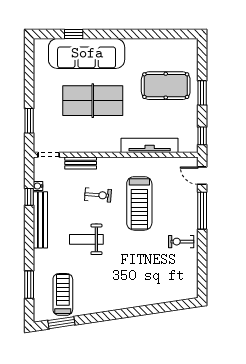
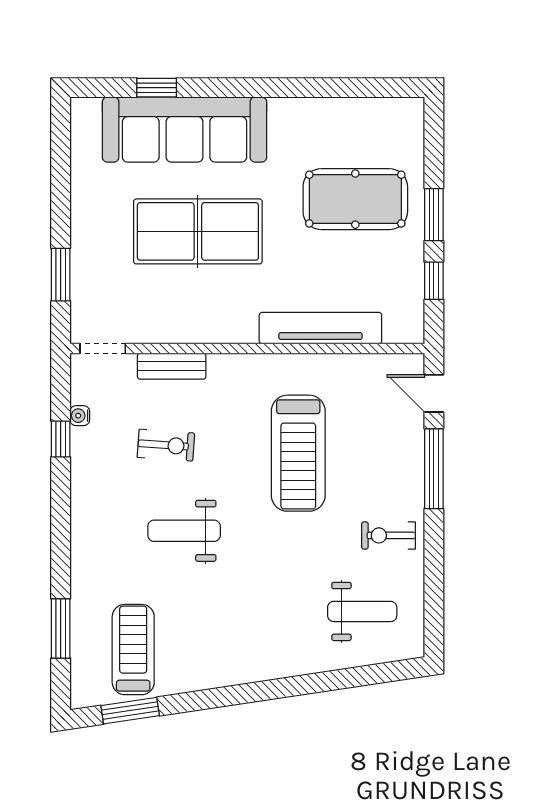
window: (202, 136) -> (434, 281), moved
exercise bike: (98, 195) -> (166, 445), moved
bench: (40, 220) -> (85, 489), removed
weight bench: (169, 277) -> (362, 611), added

